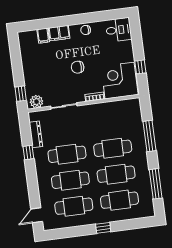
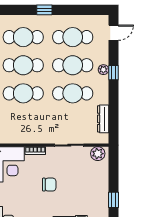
window: (21, 94) -> (114, 200), moved
window: (28, 152) -> (114, 73), moved
plant: (41, 180) -> (103, 70), added

